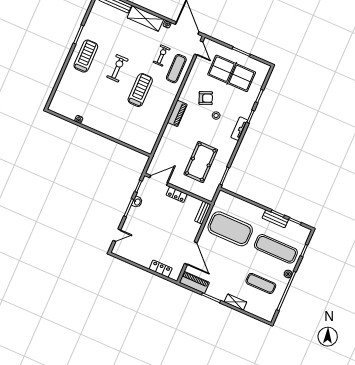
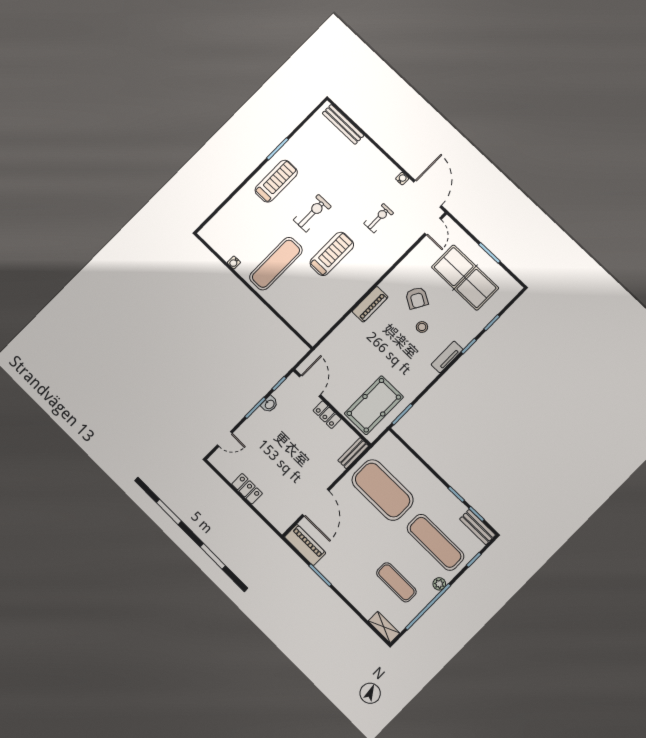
shelving: (145, 18) -> (376, 160), removed
exercise mat: (176, 69) -> (276, 264), moved, width x1.36, depth x1.45
armchair: (206, 98) -> (417, 298), turned 52
pool table: (201, 162) -> (374, 405), moved
door: (159, 180) -> (310, 386), hinge flipped
bench: (275, 219) -> (477, 527), moved
locker: (161, 269) -> (247, 489), moved
shelving: (235, 302) -> (384, 627), moved

